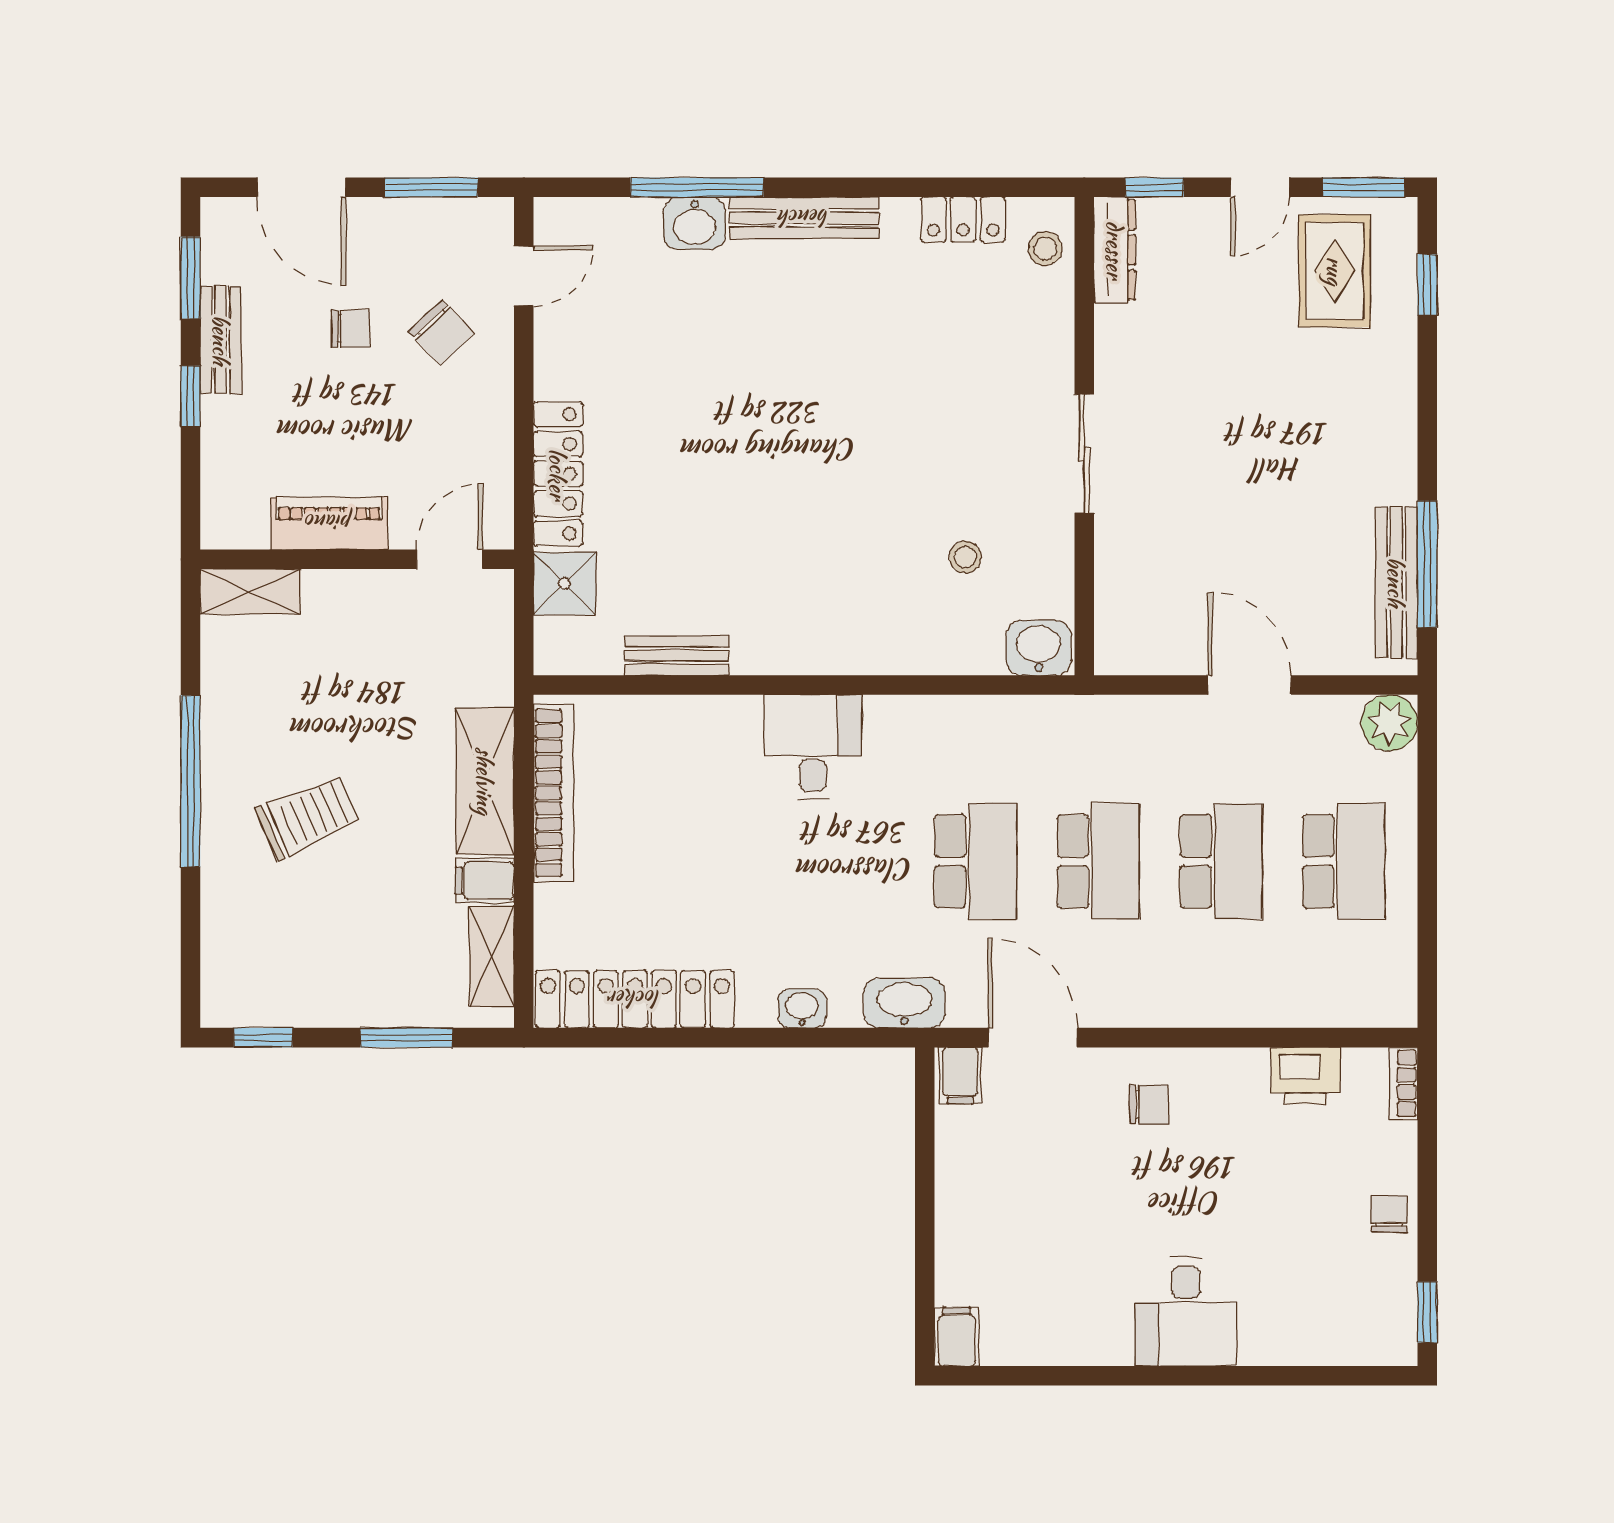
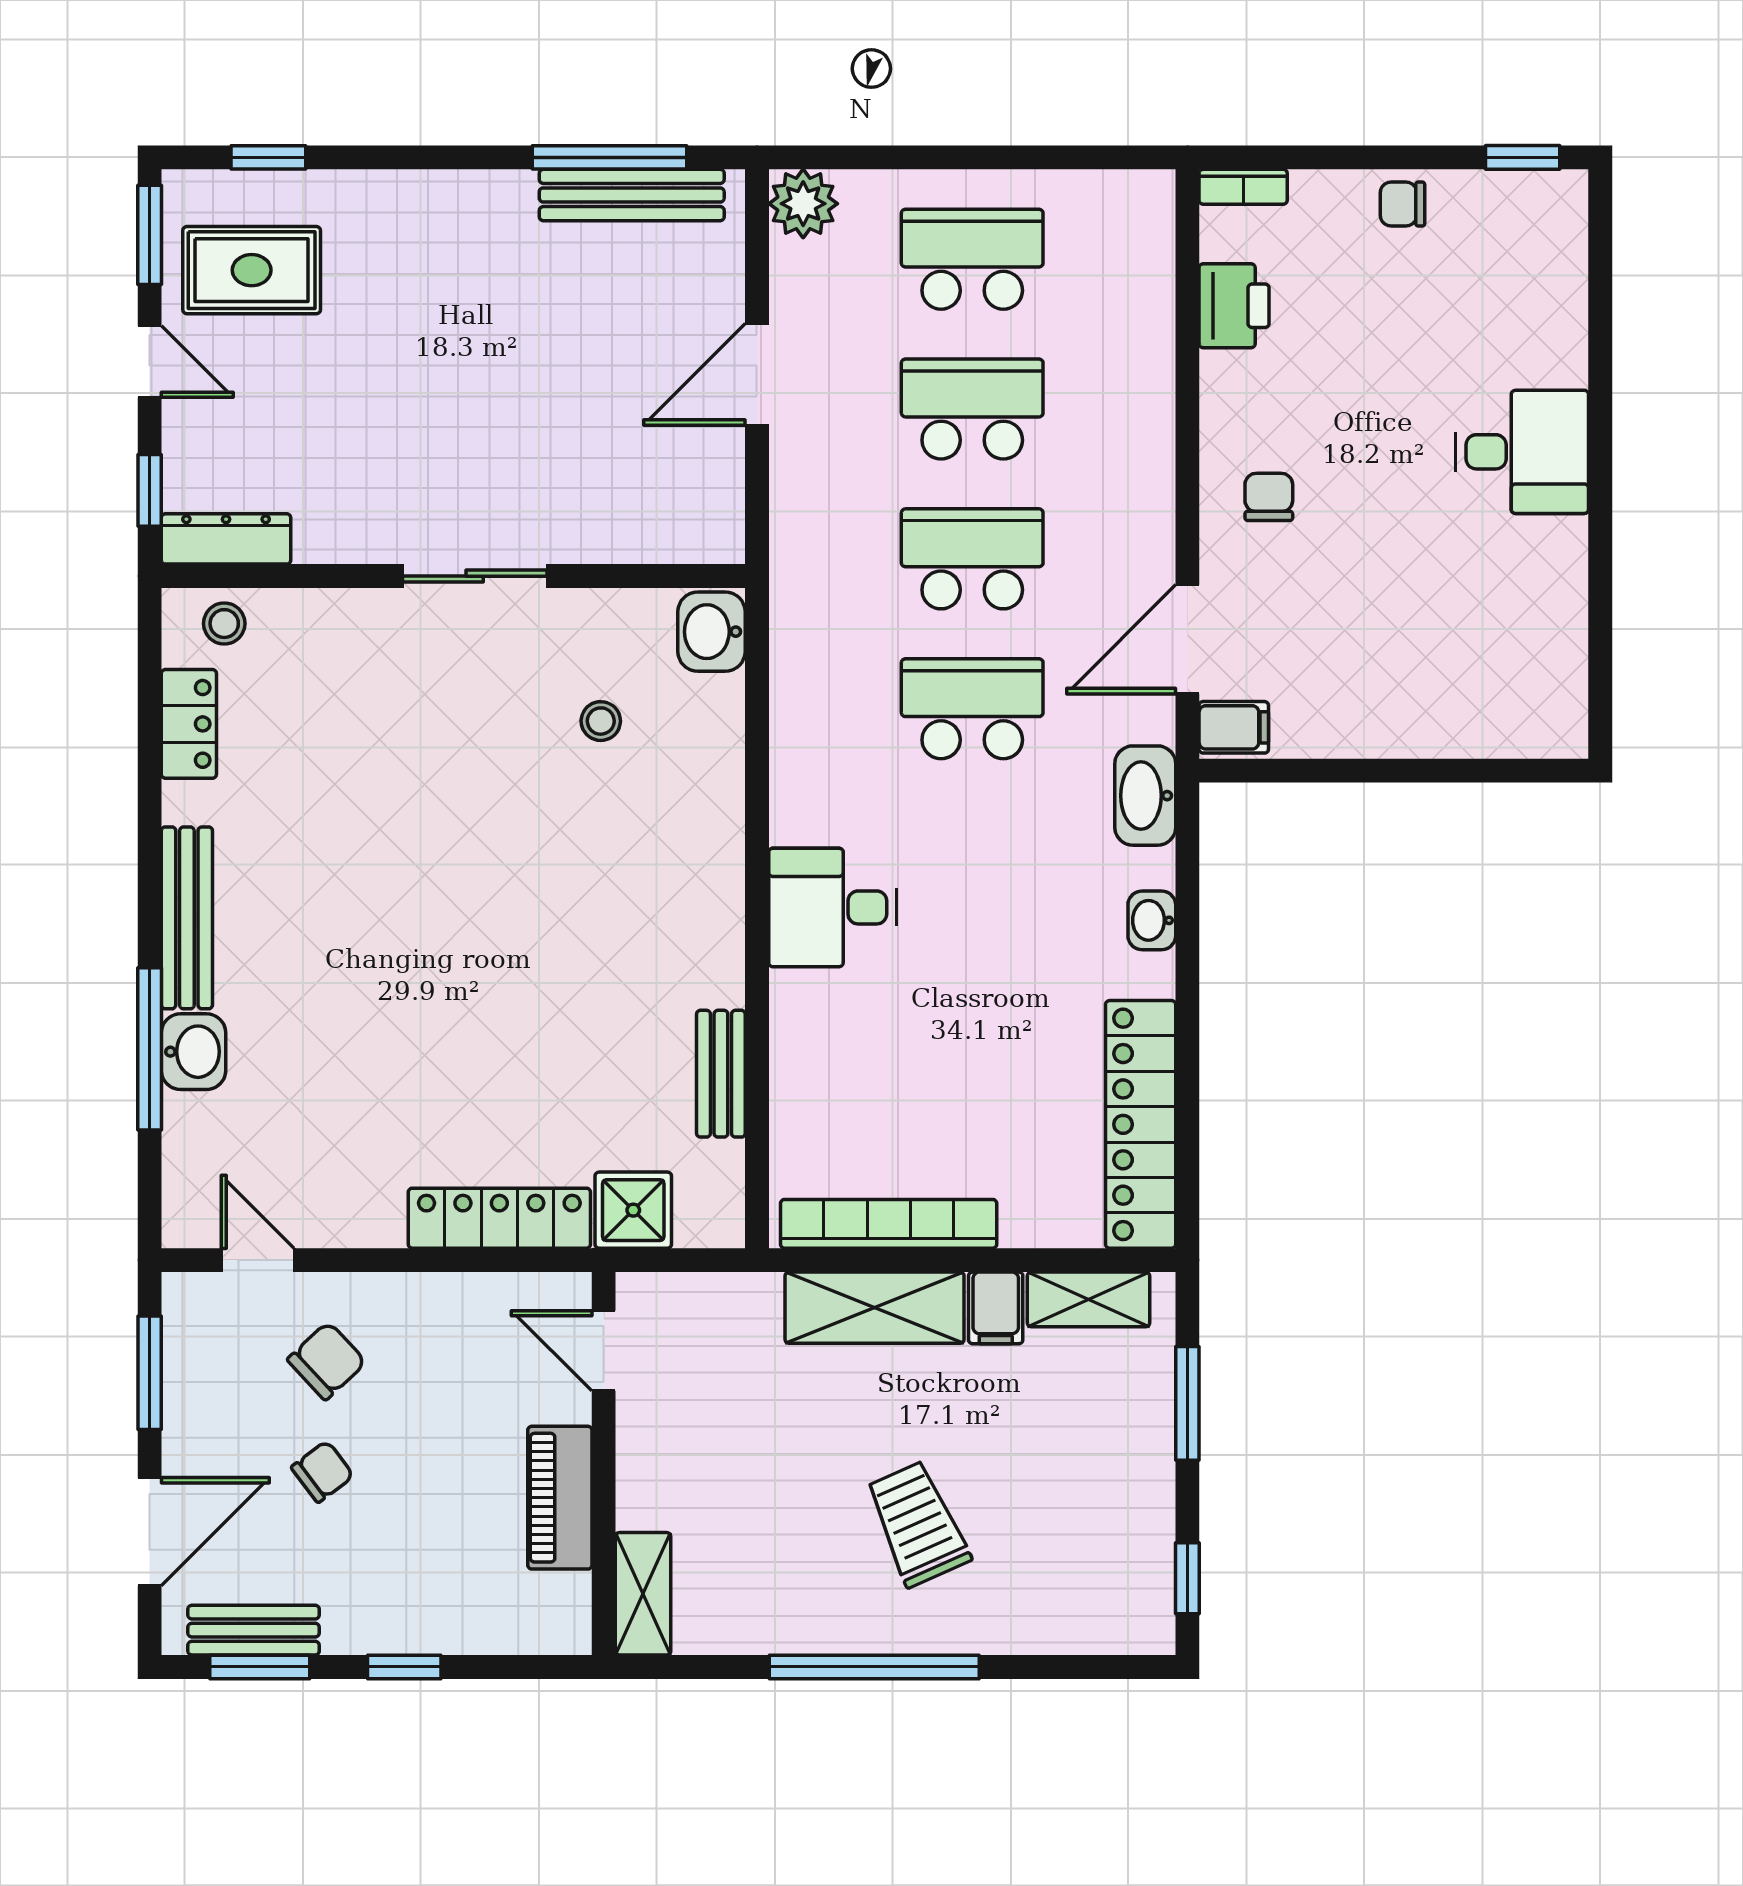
chair: (351, 329) -> (322, 1472), turned 53
bench: (221, 340) -> (254, 1630), moved
filing cabinet: (957, 1337) -> (1552, 732), removed

